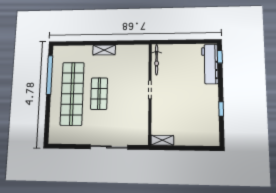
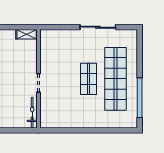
shelving: (104, 50) -> (85, 123), removed
sliding door: (109, 147) -> (98, 27), moved

